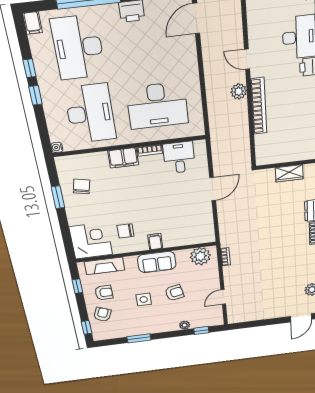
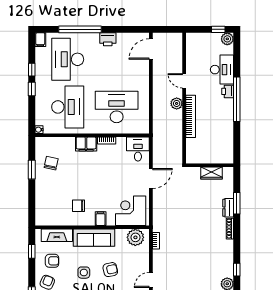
desk: (157, 106) -> (117, 107), turned 180
desk: (179, 157) -> (138, 149), moved
corner desk: (91, 241) -> (131, 211), moved, turned -90
sofa: (157, 262) -> (94, 238), width x1.36

